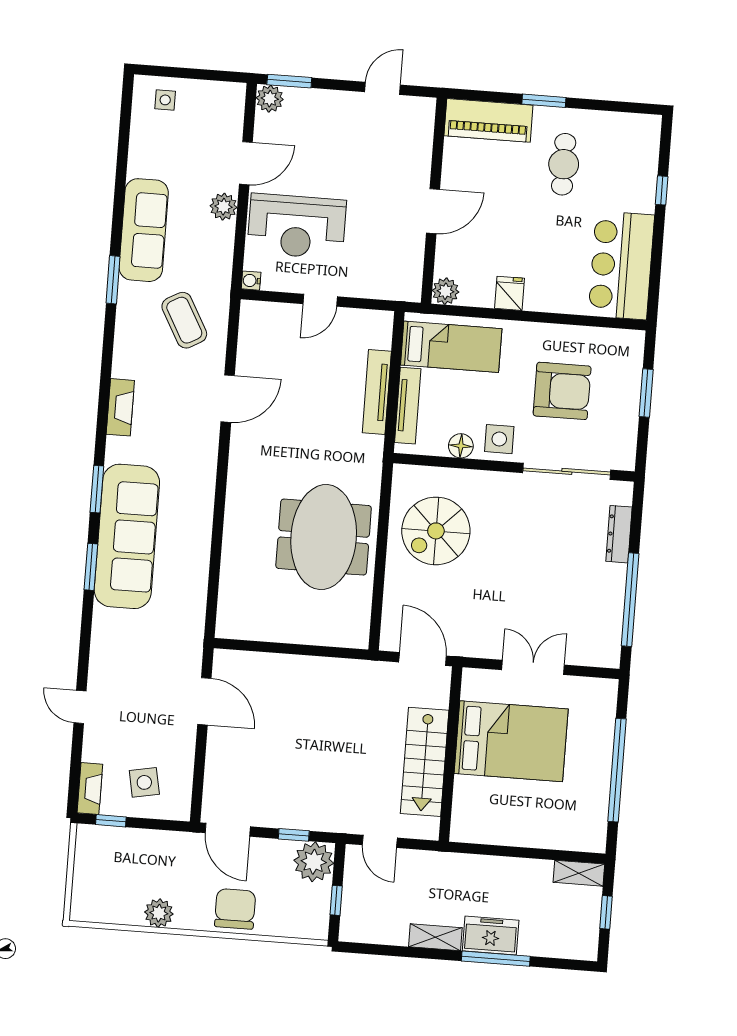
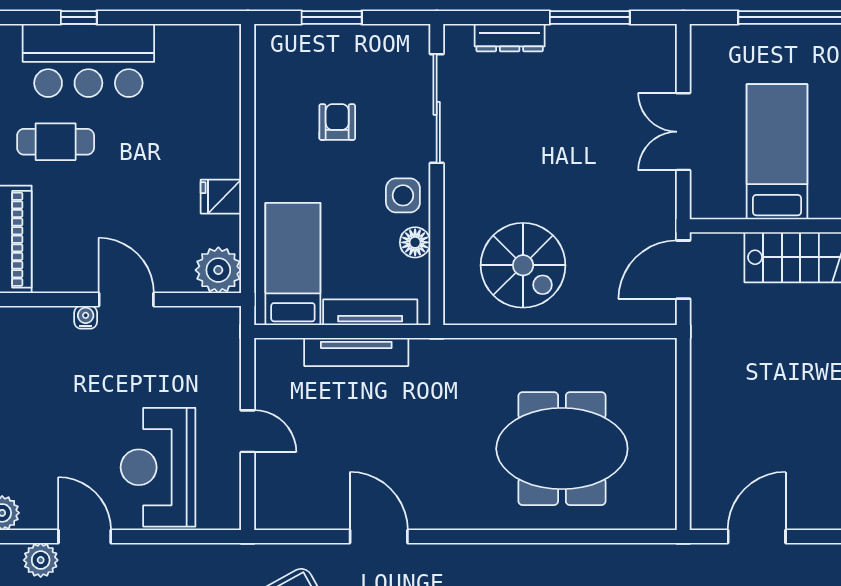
plant: (223, 207) -> (41, 560), moved
reception desk: (297, 226) -> (158, 467), turned 180
bar counter: (621, 265) -> (88, 60), moved
water cooler: (251, 281) -> (86, 317), moved, turned 180
plant: (446, 291) -> (218, 270), width x1.36, depth x1.36
armchair: (562, 391) -> (337, 122), width x0.53, depth x0.53
meeting table: (324, 537) -> (562, 449), moved
window: (630, 600) -> (590, 17), width x0.68
bed: (511, 741) -> (777, 152), width x0.67

